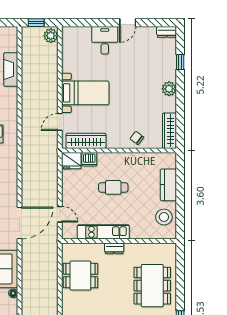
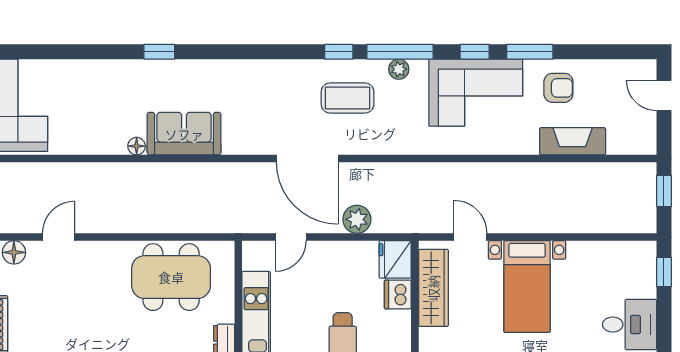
window: (78, 23) -> (664, 272), added
plant: (51, 36) -> (357, 219), moved
door: (20, 223) -> (307, 159), moved
dining table: (80, 276) -> (171, 277), width x1.38

